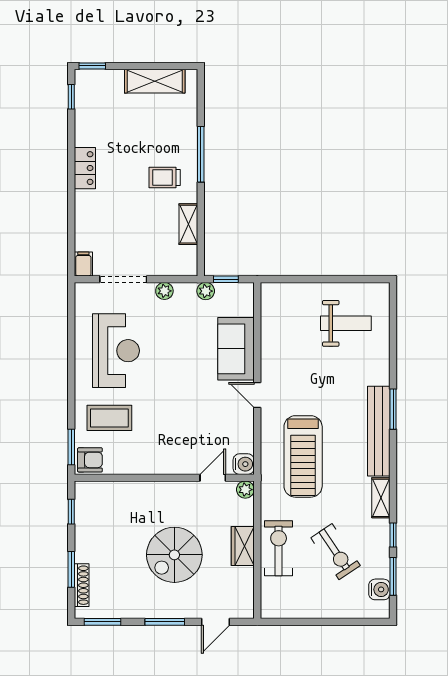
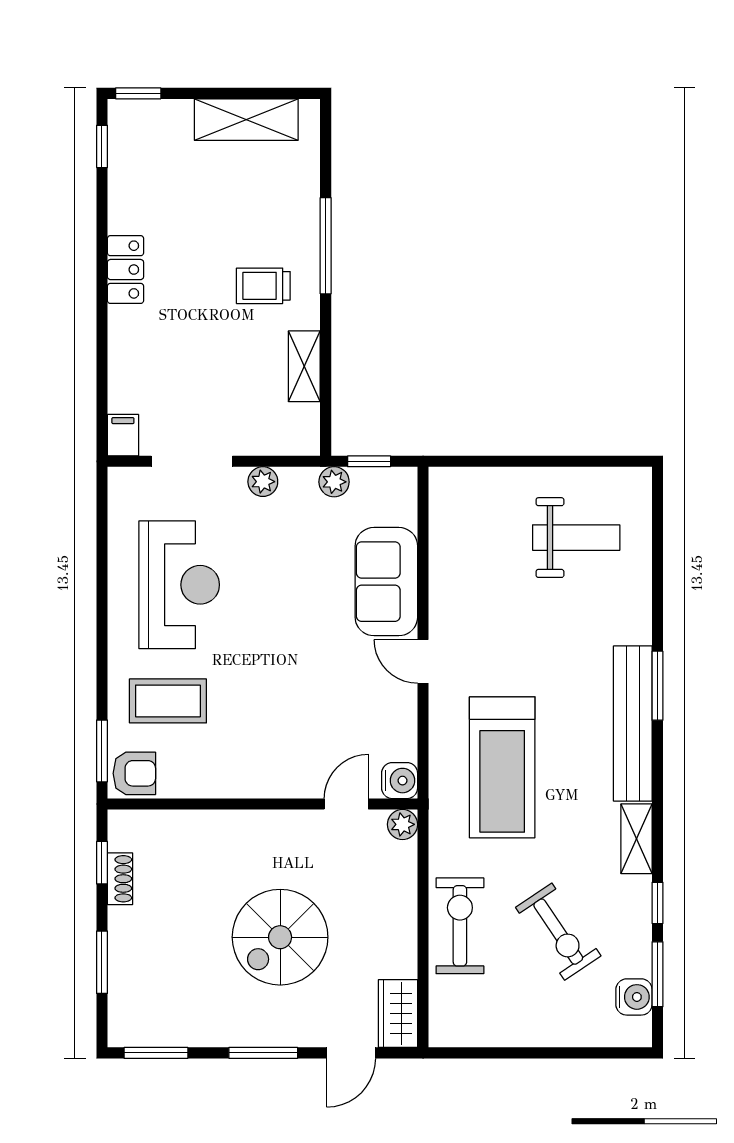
wardrobe: (243, 546) -> (398, 1014), moved
shoe rack: (82, 585) -> (120, 879), moved, width x0.70

